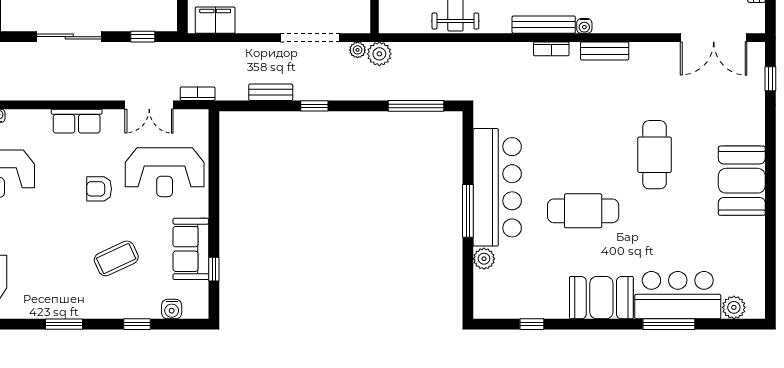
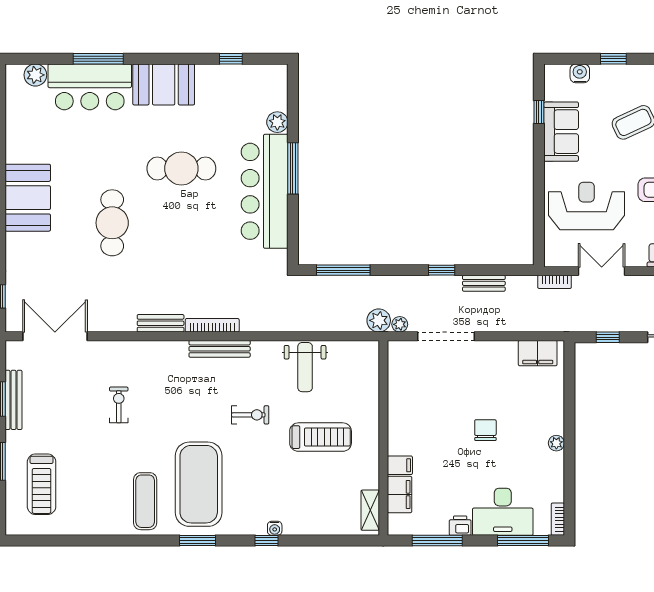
water cooler: (584, 26) -> (180, 347), removed
bookcase: (551, 49) -> (212, 325), width x1.56

